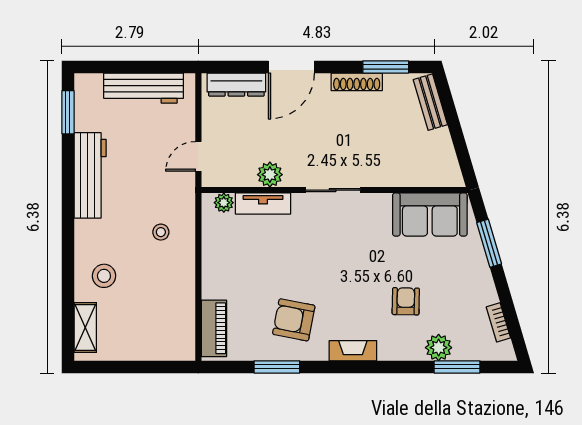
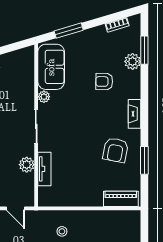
plant: (224, 203) -> (44, 97), moved

